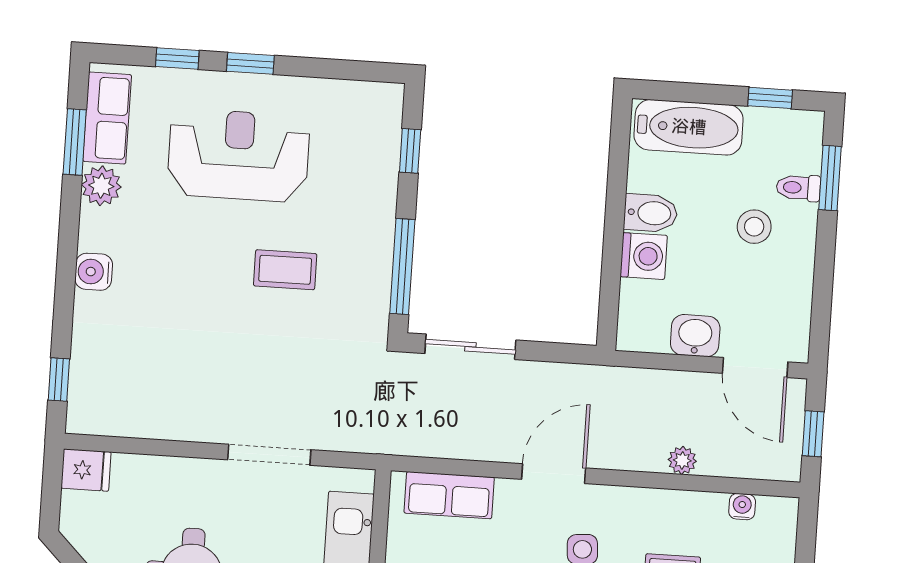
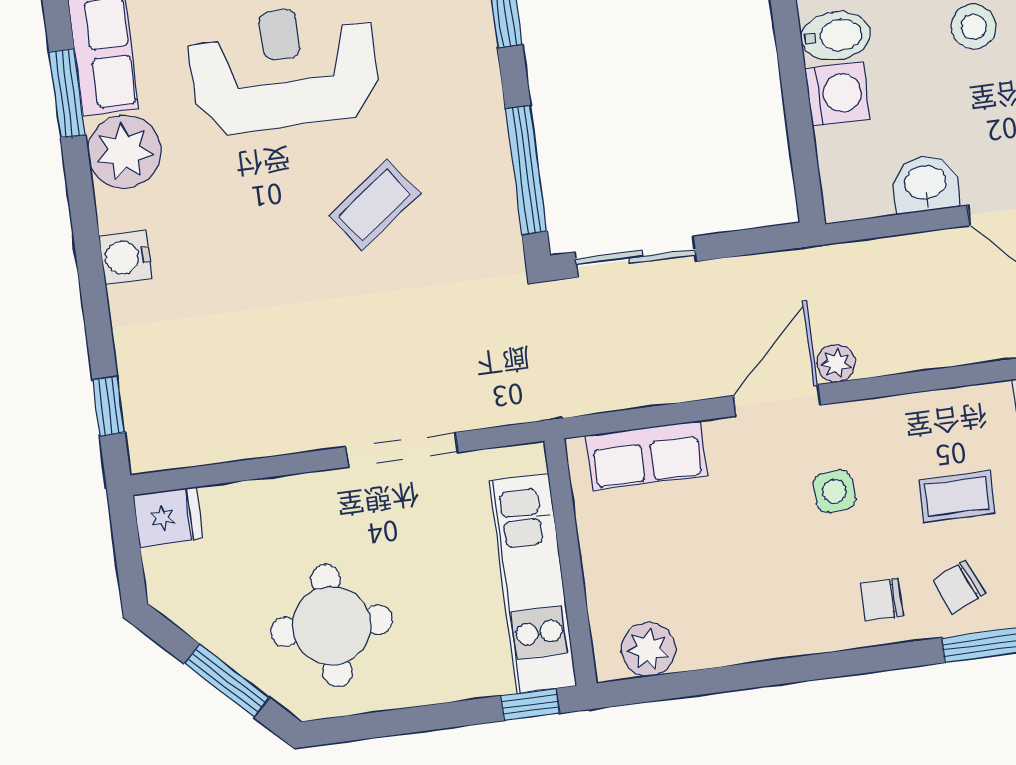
plant: (101, 186) -> (124, 152), width x1.36, depth x1.36
coffee table: (285, 270) -> (375, 205), turned -37
plant: (682, 460) -> (836, 363), moved

